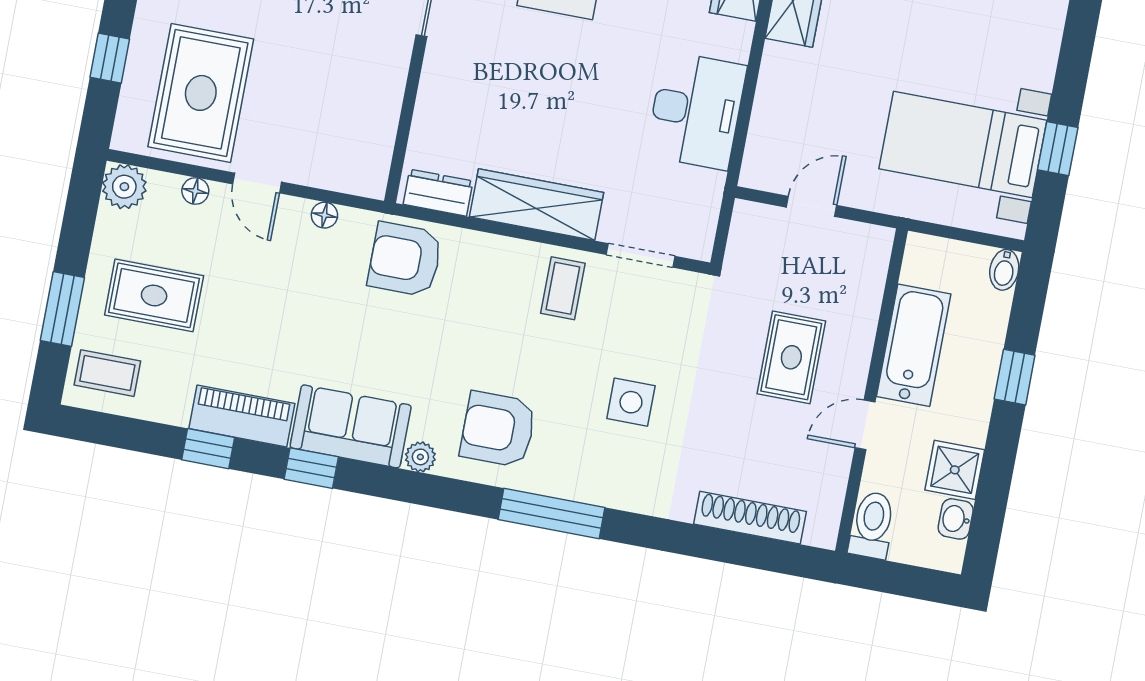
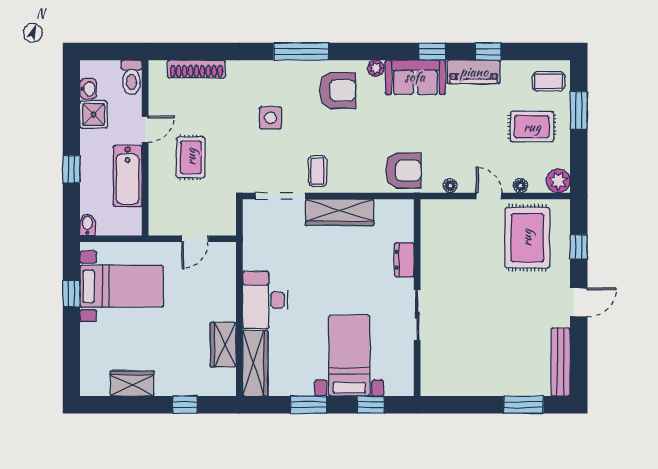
desk: (696, 111) -> (265, 300), moved
dresser: (438, 193) -> (404, 260), moved, turned 90
doorway: (640, 255) -> (280, 196), width x1.38

